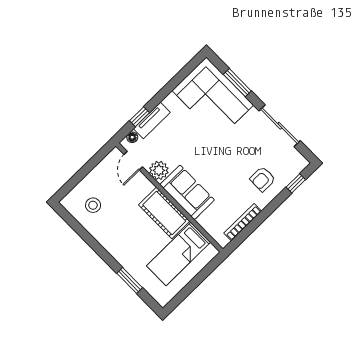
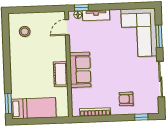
window: (140, 117) -> (81, 8), moved
plant: (159, 170) -> (76, 45), removed
cot: (164, 213) -> (61, 74), width x0.73, depth x0.75
bed: (178, 254) -> (34, 108), moved, turned 180
window: (130, 281) -> (8, 104), moved

